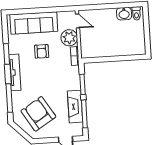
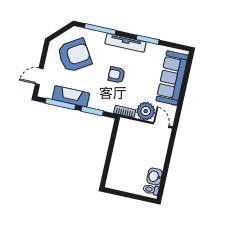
door: (78, 21) -> (161, 125), swing flipped
armchair: (42, 51) -> (116, 75), moved

